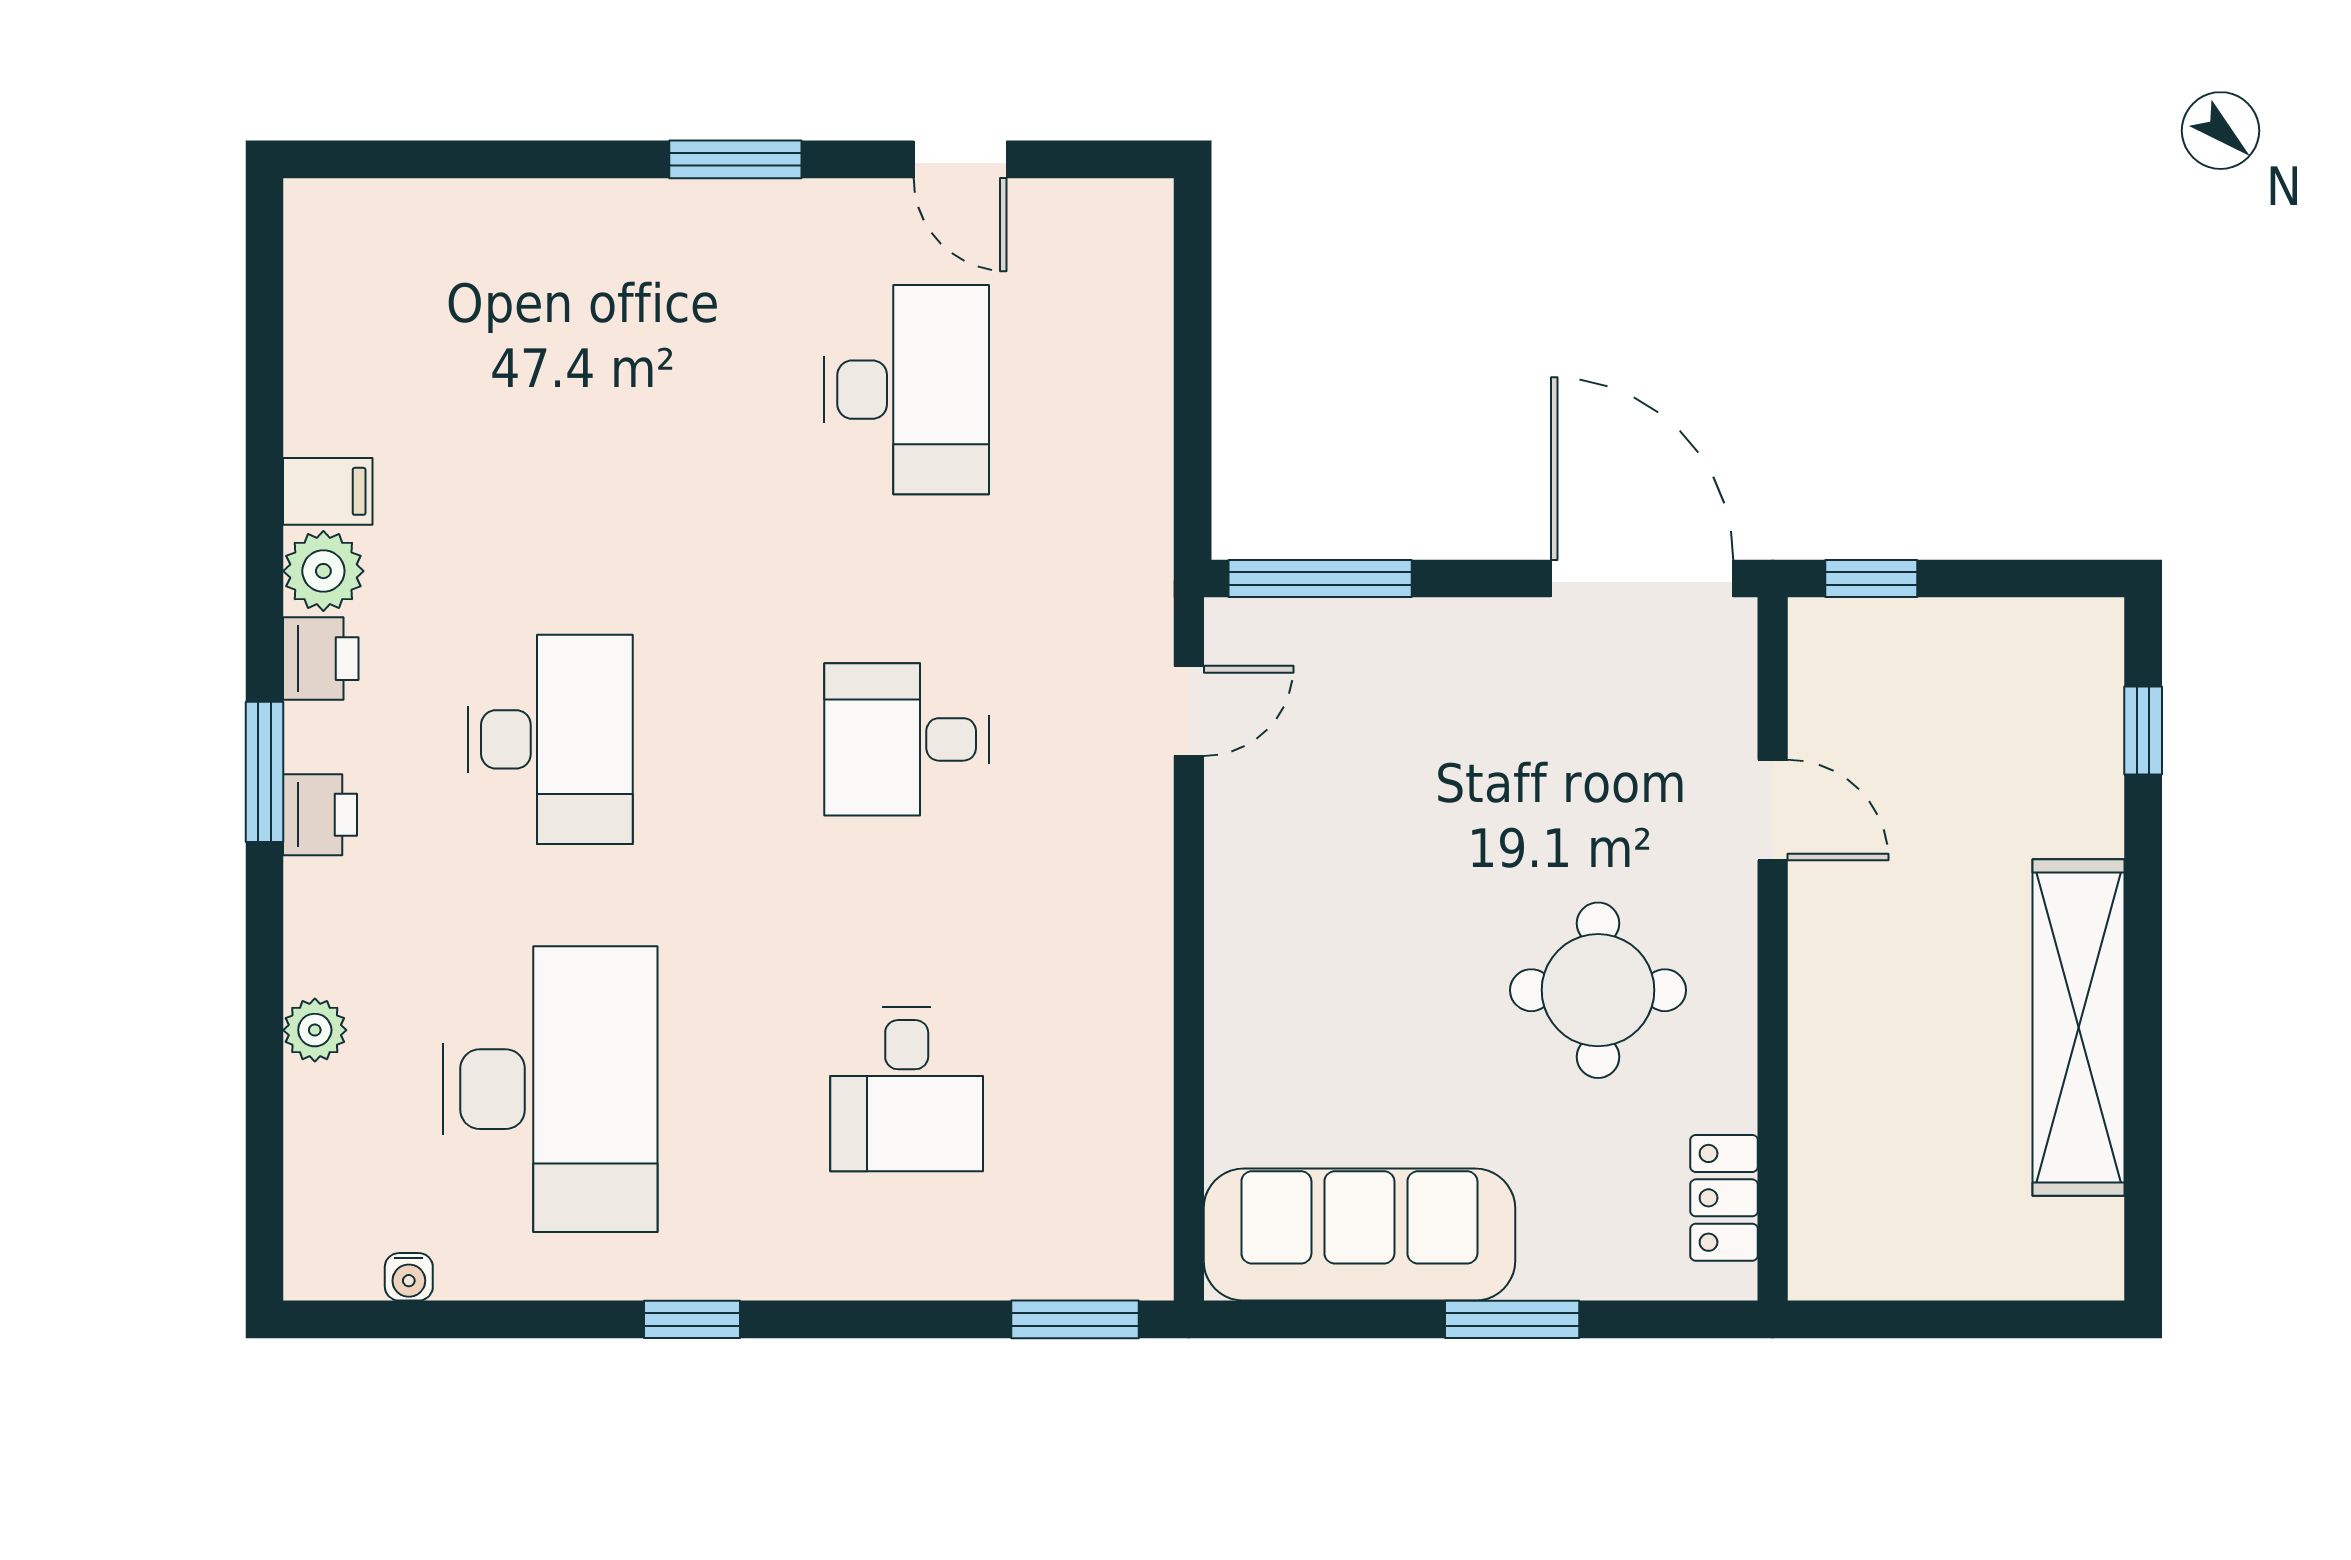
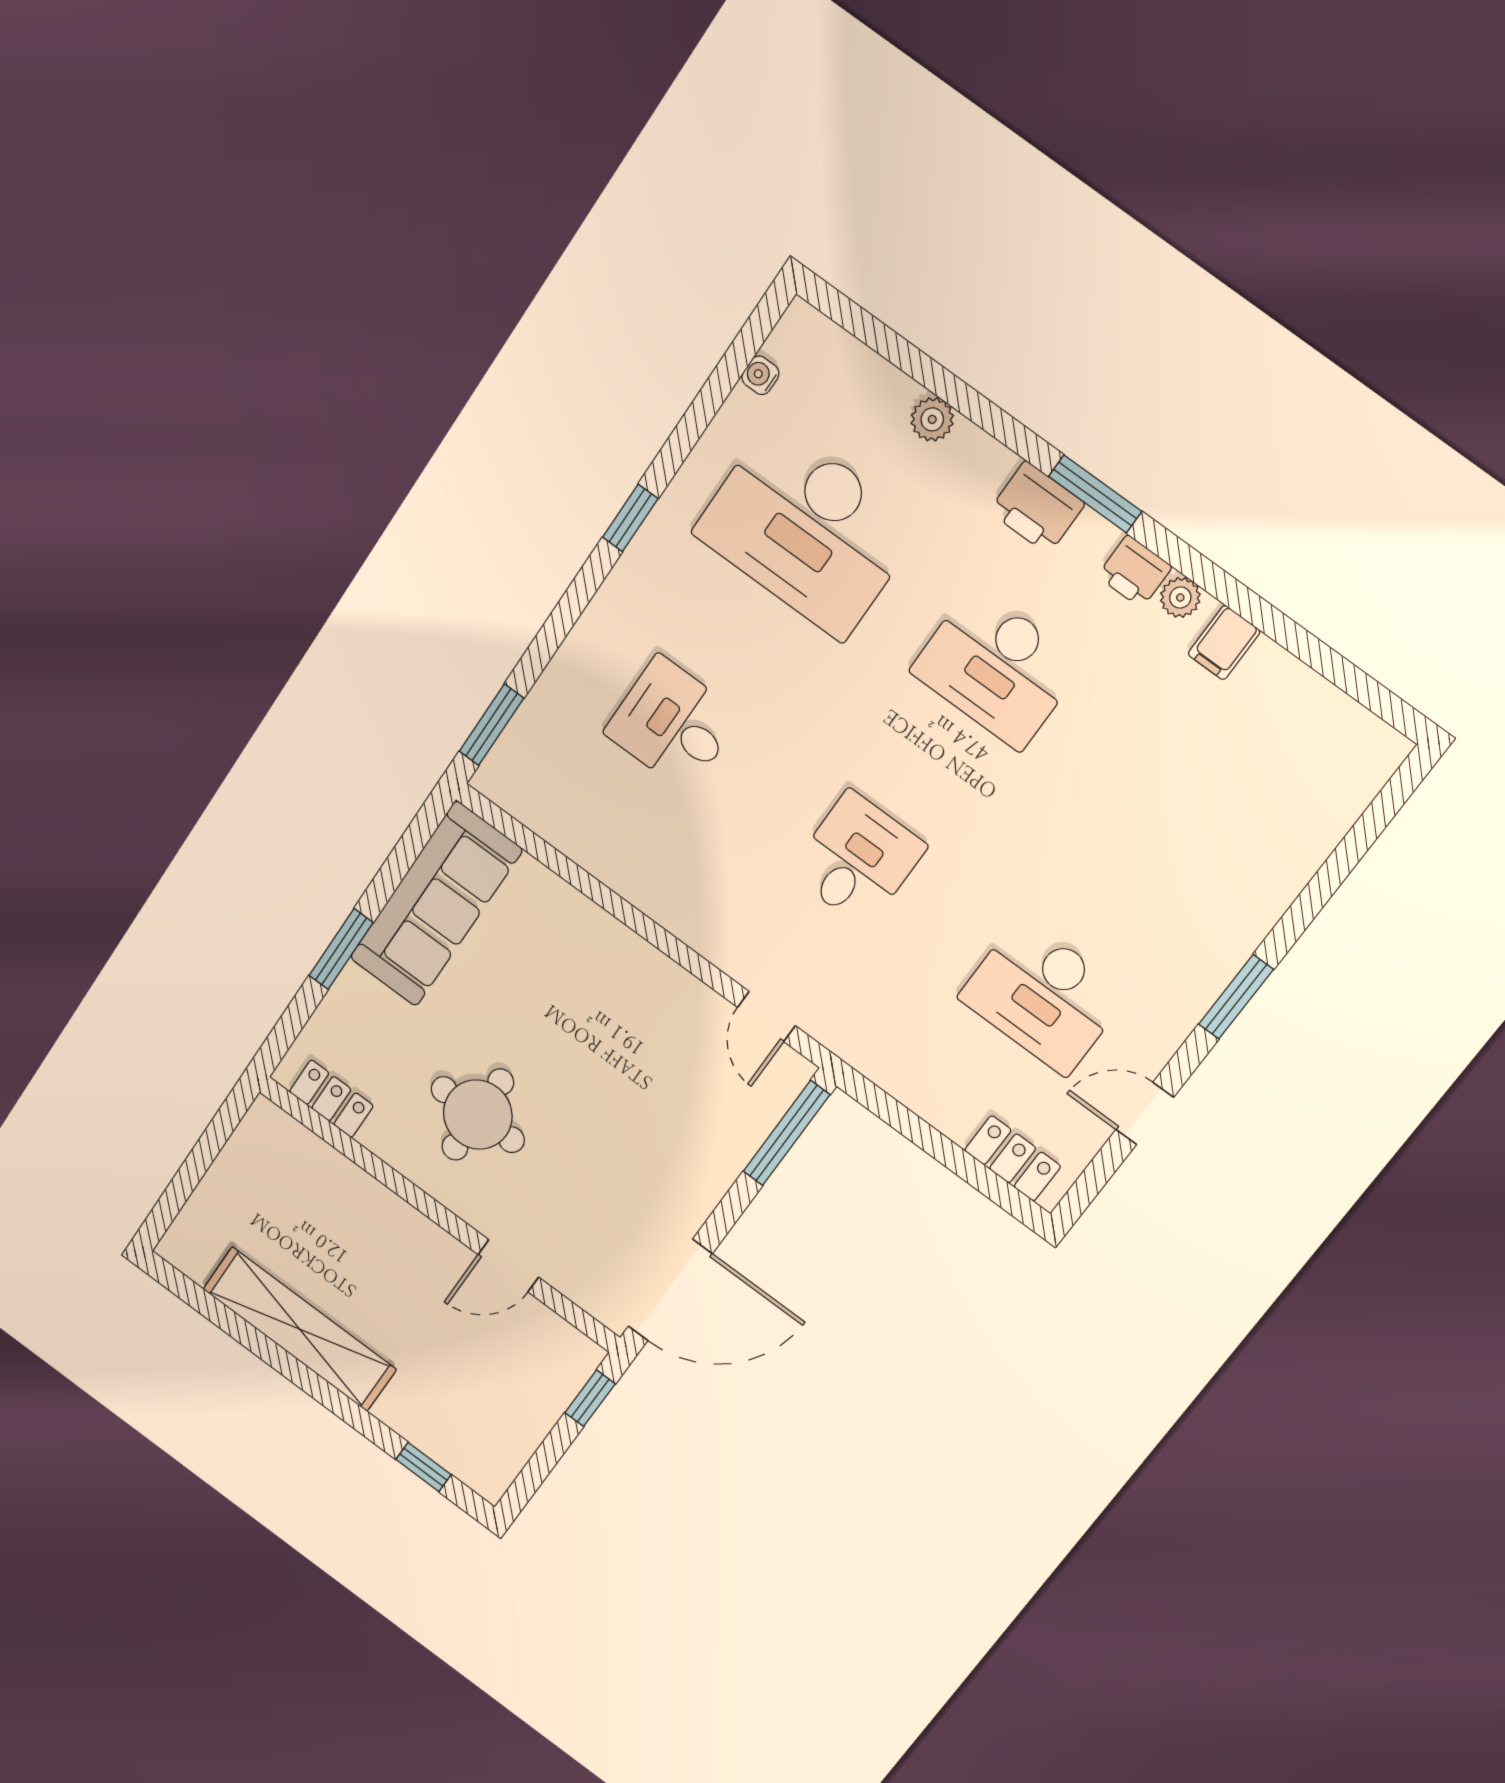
locker: (1138, 276) -> (1013, 1158), added
plant: (323, 571) -> (1180, 598), width x0.73, depth x0.73
printer: (320, 815) -> (1037, 508), width x1.36, depth x1.24

